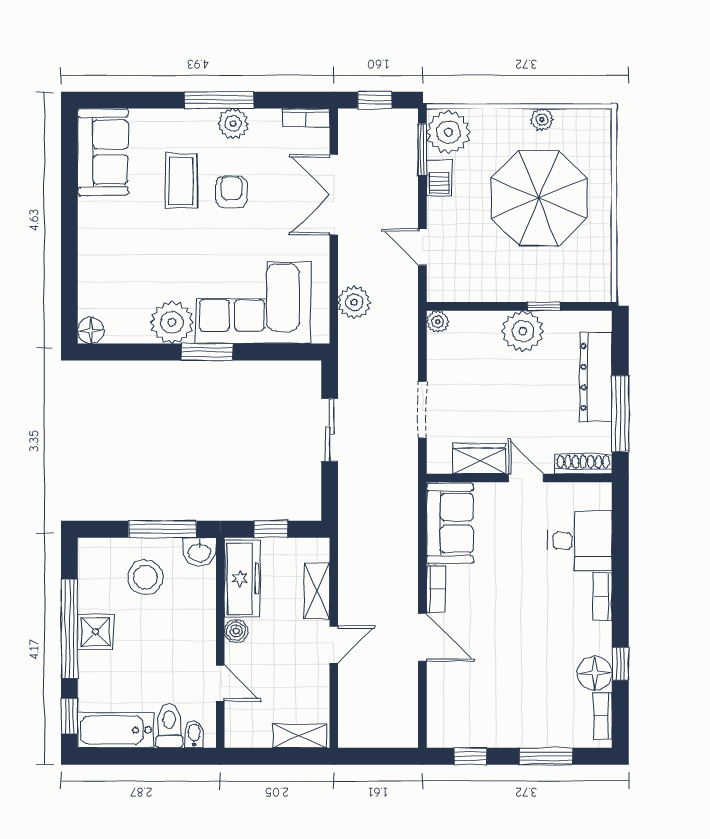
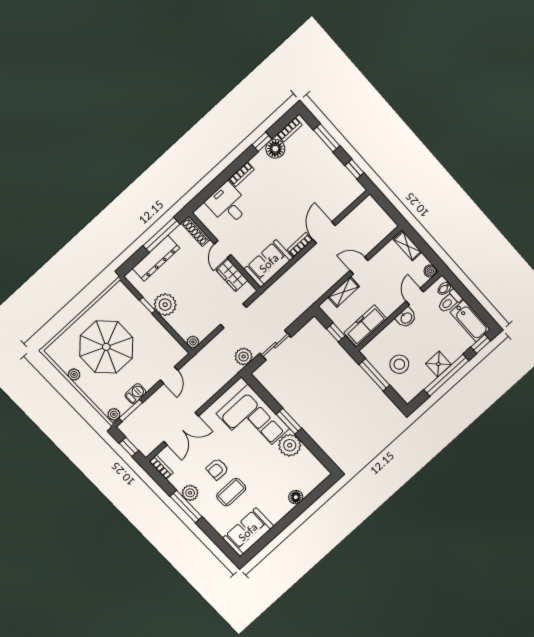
plant: (448, 132) -> (114, 414), width x0.53, depth x0.53
plant: (354, 302) -> (244, 357), moved
floor lamp: (91, 331) -> (296, 497), moved
washbasin: (199, 552) -> (406, 318), moved, turned 90
boiler: (236, 631) -> (430, 271), moved

